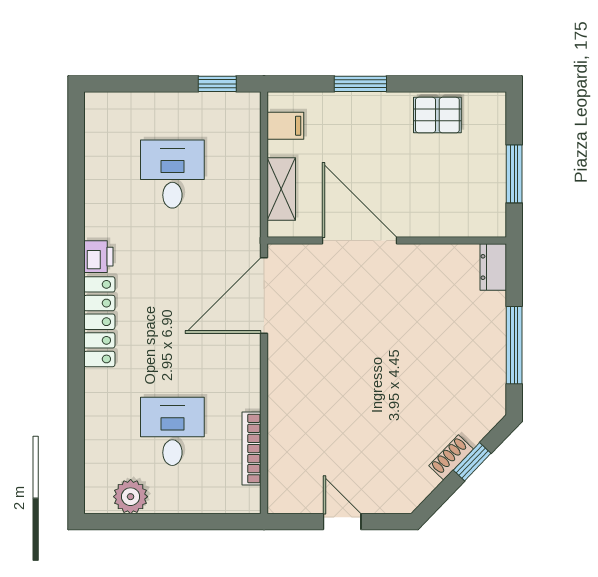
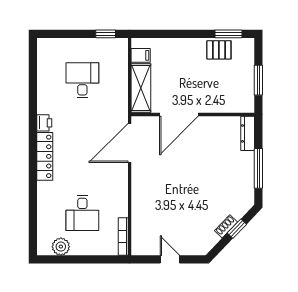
window: (360, 84) -> (229, 34), moved
shelving: (281, 189) -> (141, 88), width x1.50, depth x1.33
door: (359, 241) -> (179, 115), swing flipped
dresser: (493, 267) -> (248, 133), width x1.44
desk: (172, 431) -> (82, 213), turned 180
bookcase: (252, 449) -> (123, 237), moved

